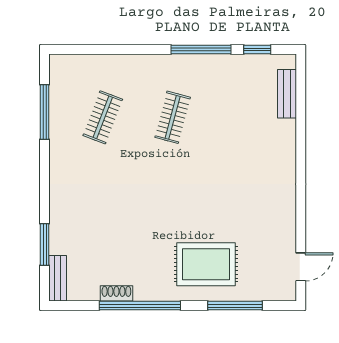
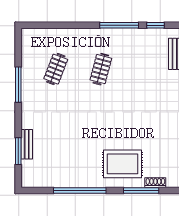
window: (45, 112) -> (18, 85), moved
bench: (58, 278) -> (27, 144), moved
shoe rack: (116, 293) -> (155, 183), moved

